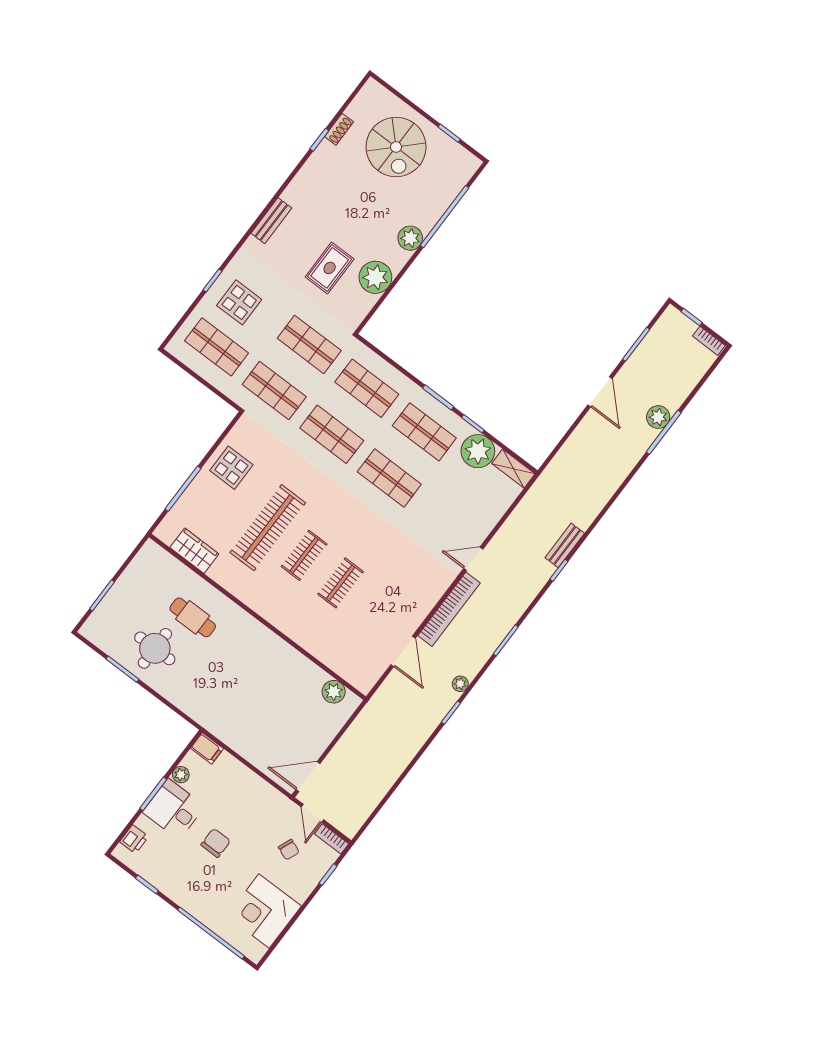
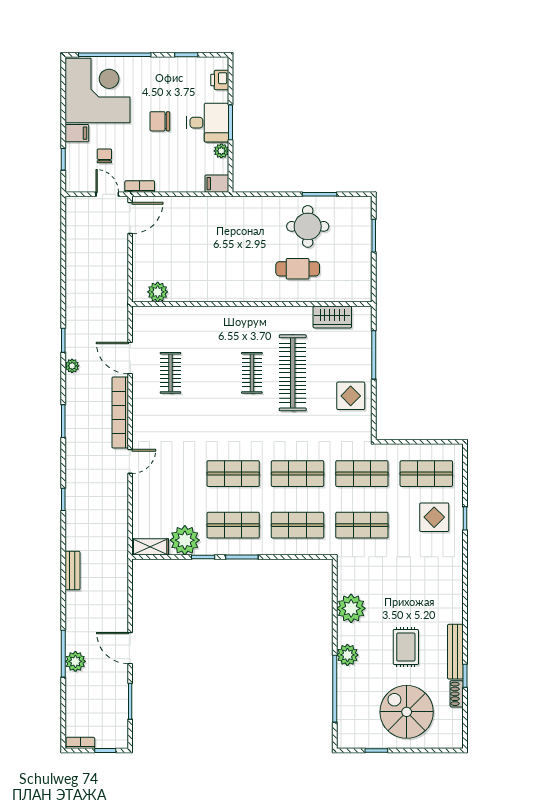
bench: (271, 221) -> (455, 652), moved, width x1.36
rug: (330, 268) -> (406, 647), moved
bench: (565, 545) -> (72, 570), moved
clothes rail: (341, 583) -> (171, 373), moved
bookcase: (332, 839) -> (140, 187), moved
chair: (216, 843) -> (160, 121), turned 90
chair: (289, 850) -> (104, 156), turned 68
filing cabinet: (298, 889) -> (77, 133), added
corner desk: (264, 911) -> (97, 90), width x1.36, depth x1.36

